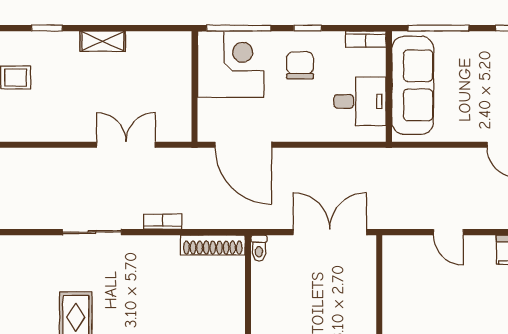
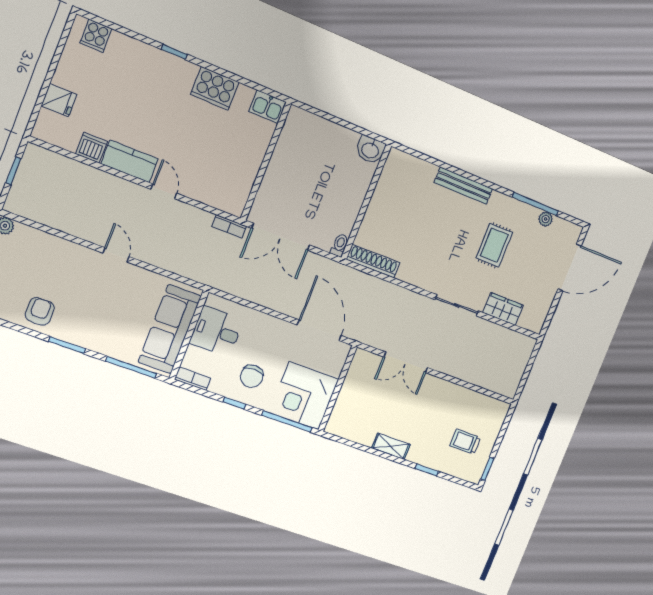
bookcase: (163, 222) -> (229, 226), moved
door: (448, 232) -> (164, 191), moved
wardrobe: (33, 249) -> (503, 309), added

